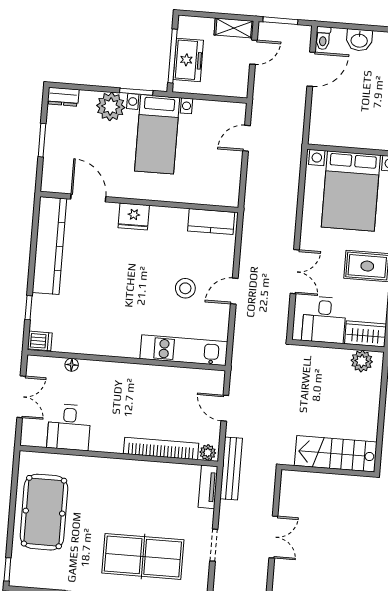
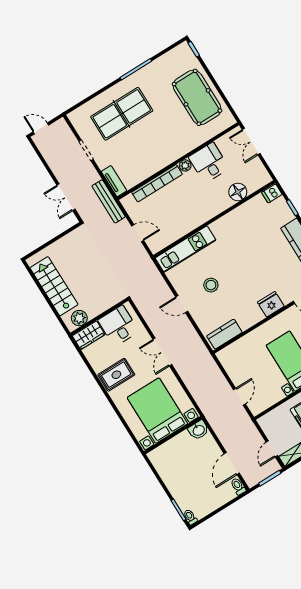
washbasin: (359, 40) -> (198, 430), moved, turned 180
double door: (295, 272) -> (162, 352), moved
door: (234, 291) -> (182, 304), swing flipped
floor lamp: (72, 365) -> (238, 192), width x1.89, depth x1.89
double door: (21, 397) -> (251, 142), moved
desk: (69, 427) -> (209, 163), moved
plant: (208, 453) -> (185, 165), moved
stairs: (336, 454) -> (54, 286), moved, turned -90
double door: (273, 537) -> (66, 197), moved

